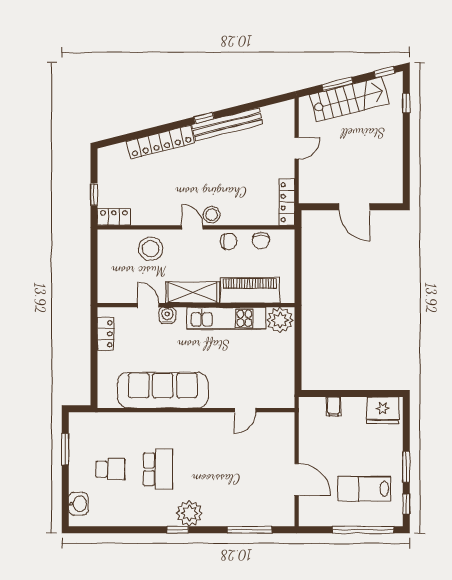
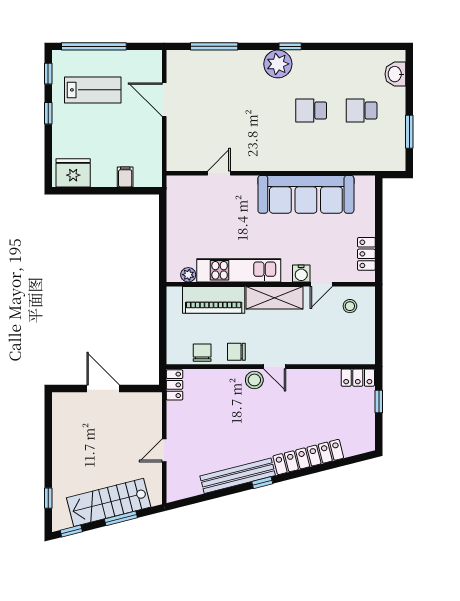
locker: (287, 202) -> (175, 385), width x0.66
stool: (151, 249) -> (350, 306), moved, width x0.53, depth x0.53
door: (148, 305) -> (321, 284), hinge flipped
plant: (280, 320) -> (188, 275), width x0.53, depth x0.53
window: (406, 467) -> (48, 113), width x0.67
school desk: (158, 469) -> (311, 111), width x0.54

